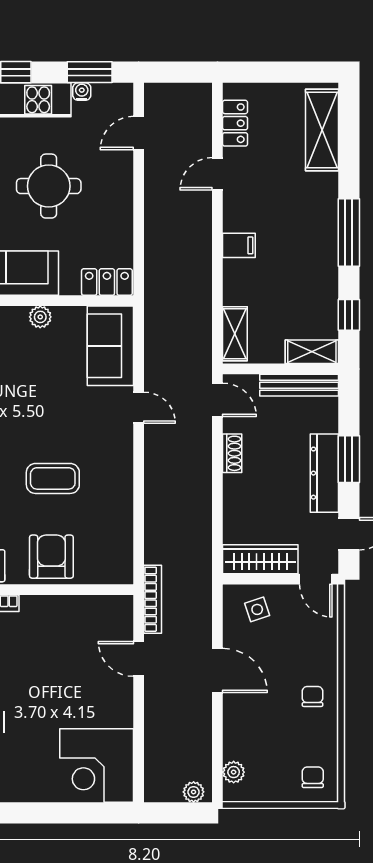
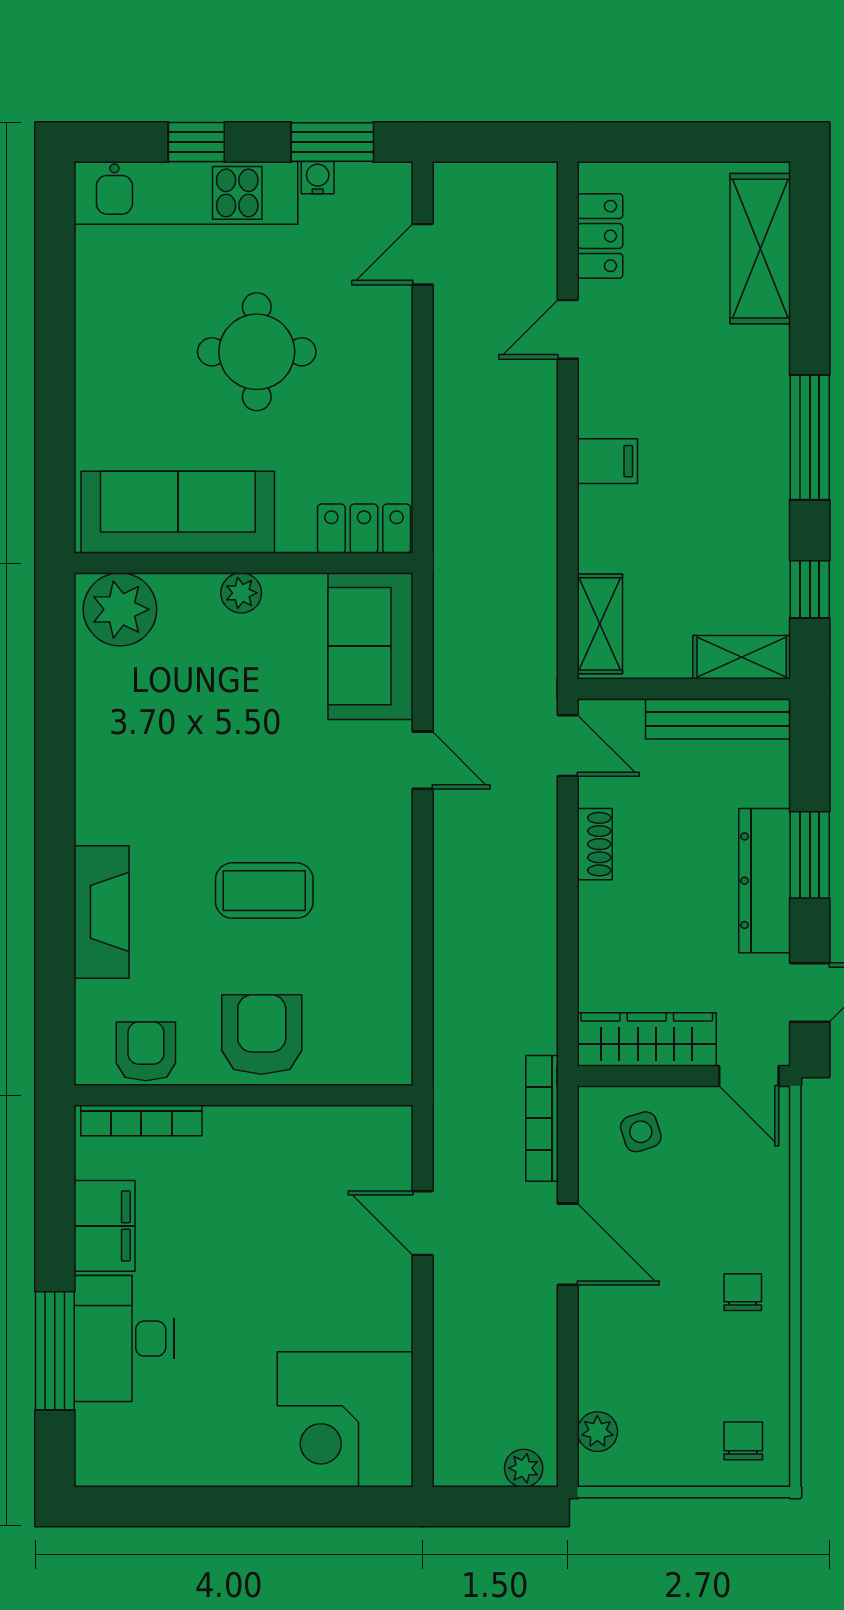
bookcase: (153, 599) -> (542, 1118), moved, turned 180

